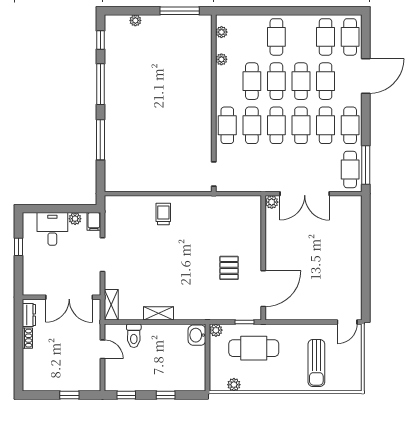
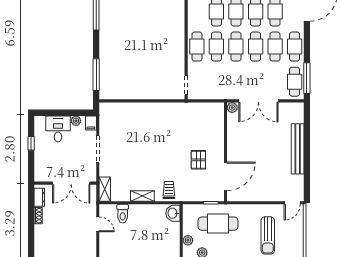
window: (100, 140) -> (96, 75), moved
trolley: (163, 214) -> (169, 190), moved
bench: (354, 254) -> (298, 149), added
plant: (216, 330) -> (188, 240), moved

